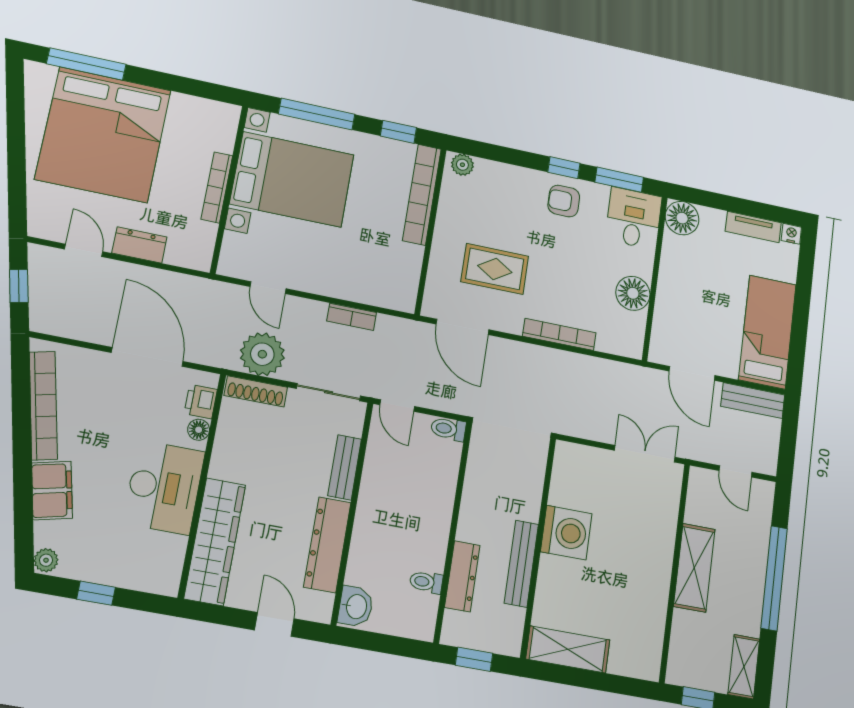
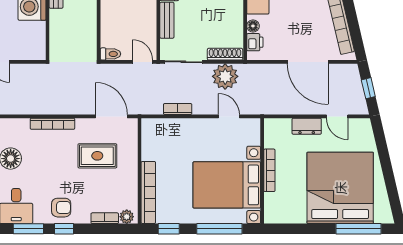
bookcase: (498, 170) -> (105, 218), added
door: (147, 357) -> (308, 62), moved

